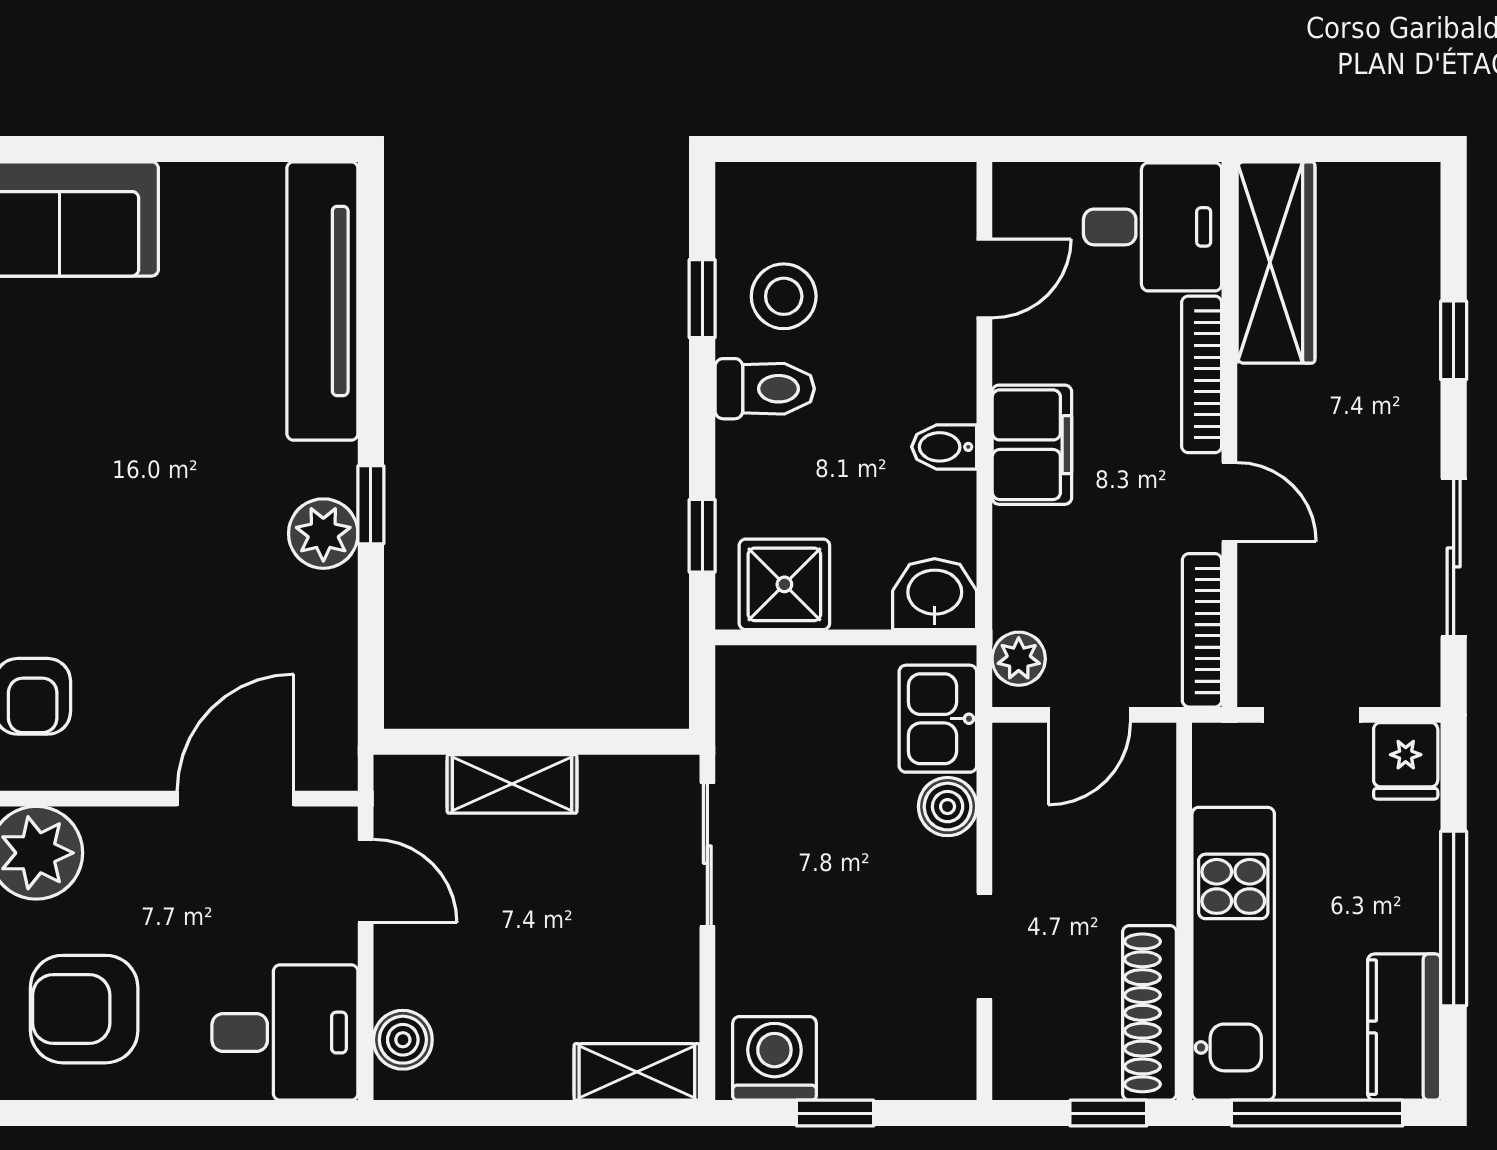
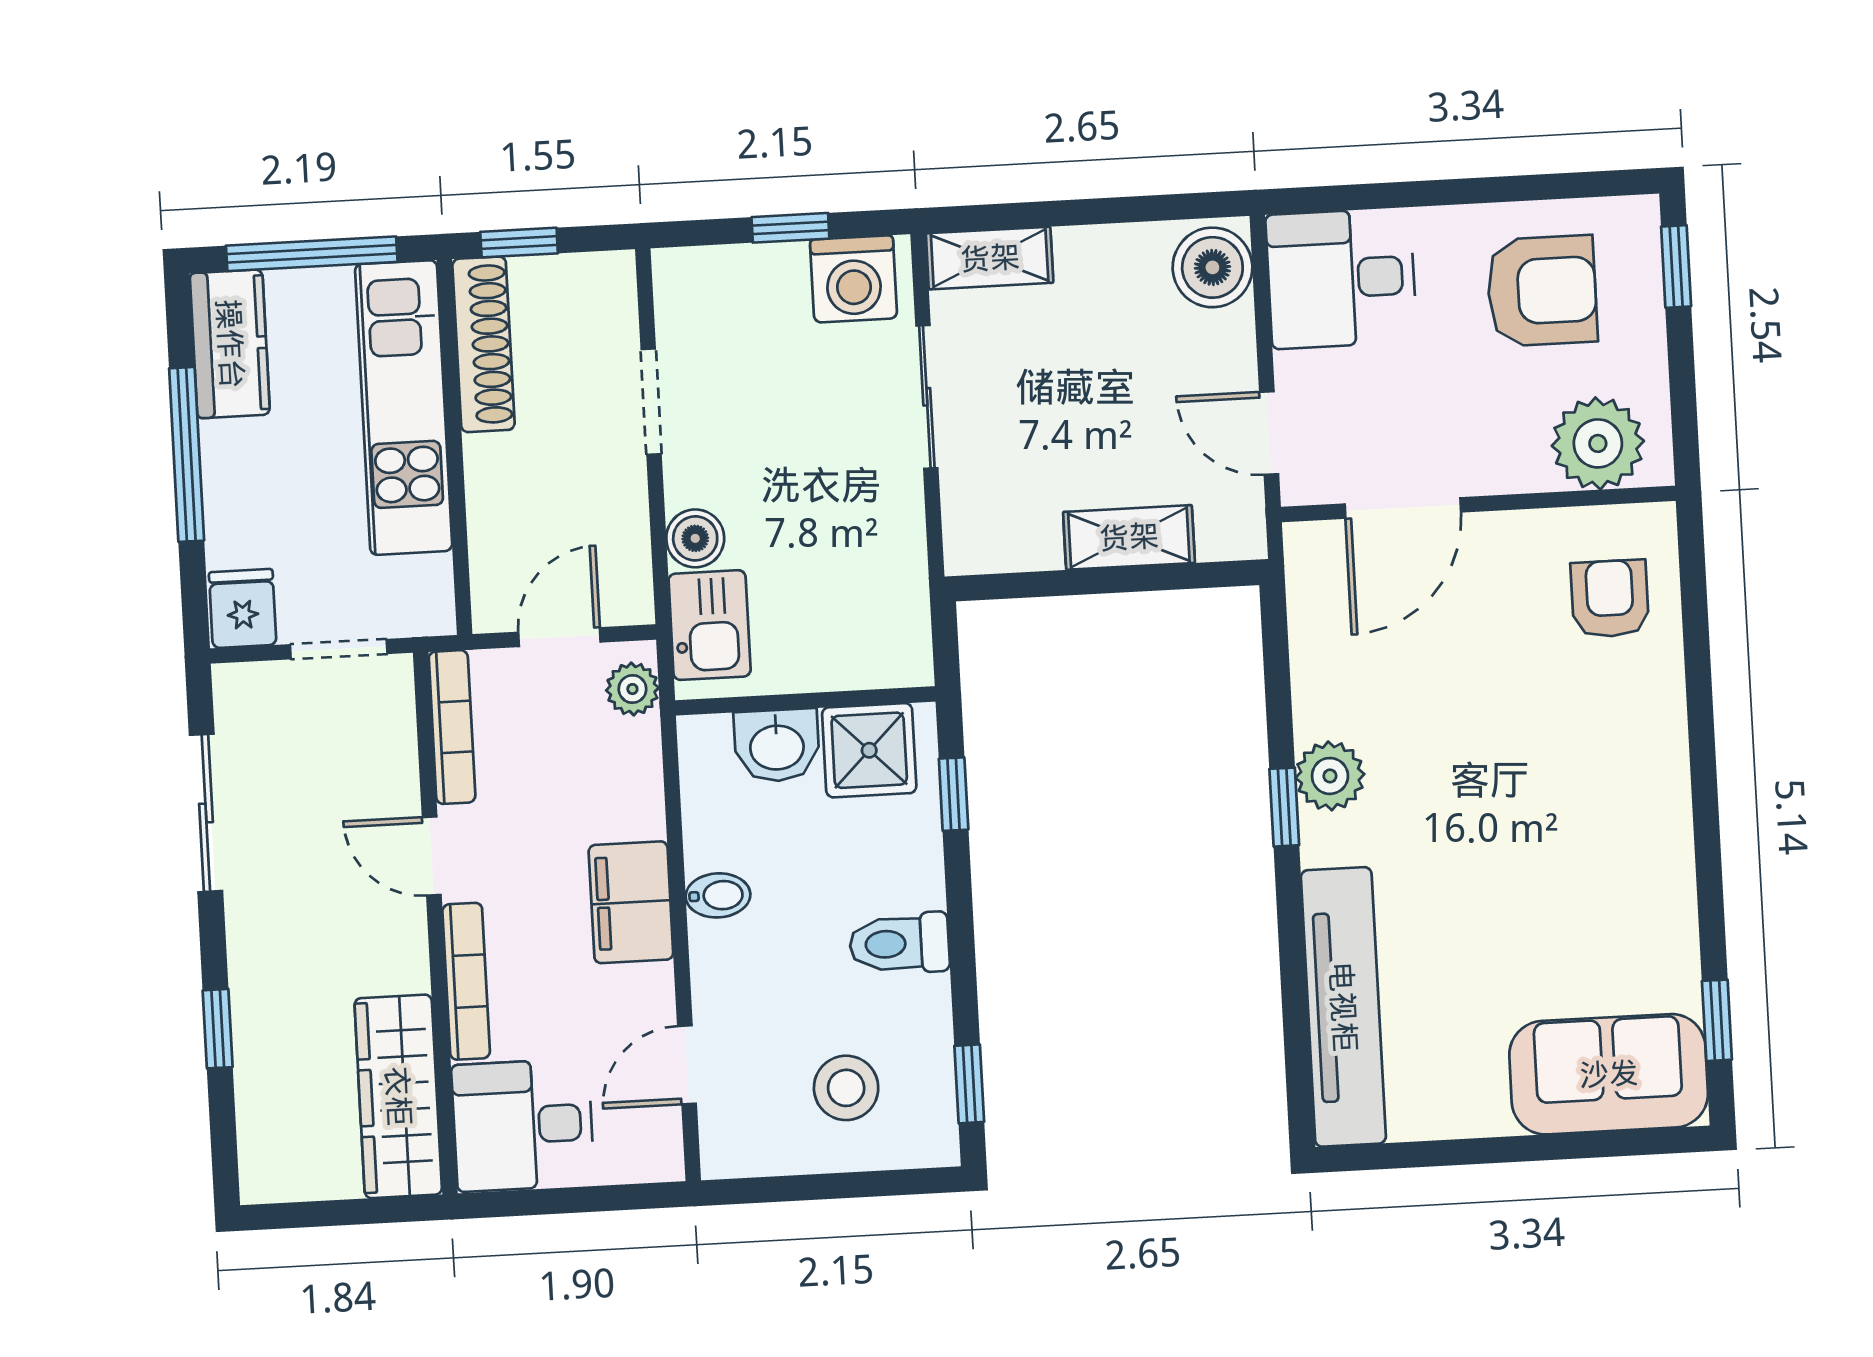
stool: (784, 296) -> (846, 1088), moved
window: (702, 299) -> (969, 1084), moved
washbasin: (935, 594) -> (777, 745), moved
sliding door: (707, 855) -> (927, 397), moved
boiler: (403, 1040) -> (1212, 267), width x1.36, depth x1.36

